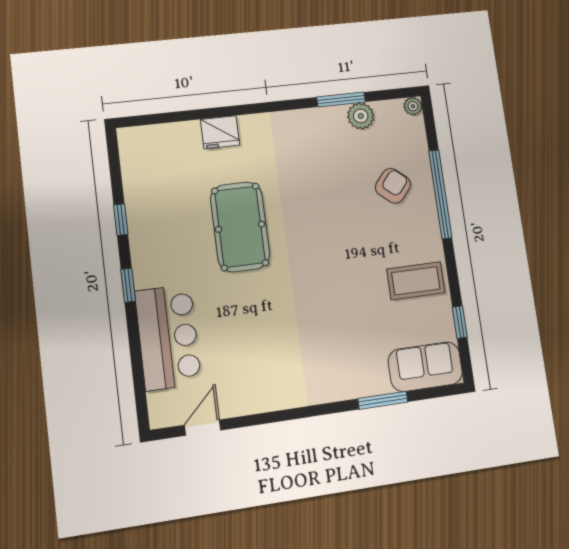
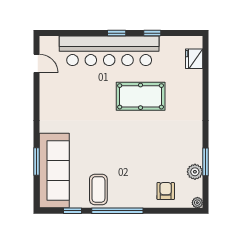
fridge: (220, 132) -> (194, 59), moved
armchair: (393, 186) -> (166, 191), moved, turned -130
window: (440, 194) -> (117, 211), moved
bar counter: (168, 337) -> (109, 51), width x1.86
sofa: (425, 367) -> (54, 171), width x1.85, depth x1.27

